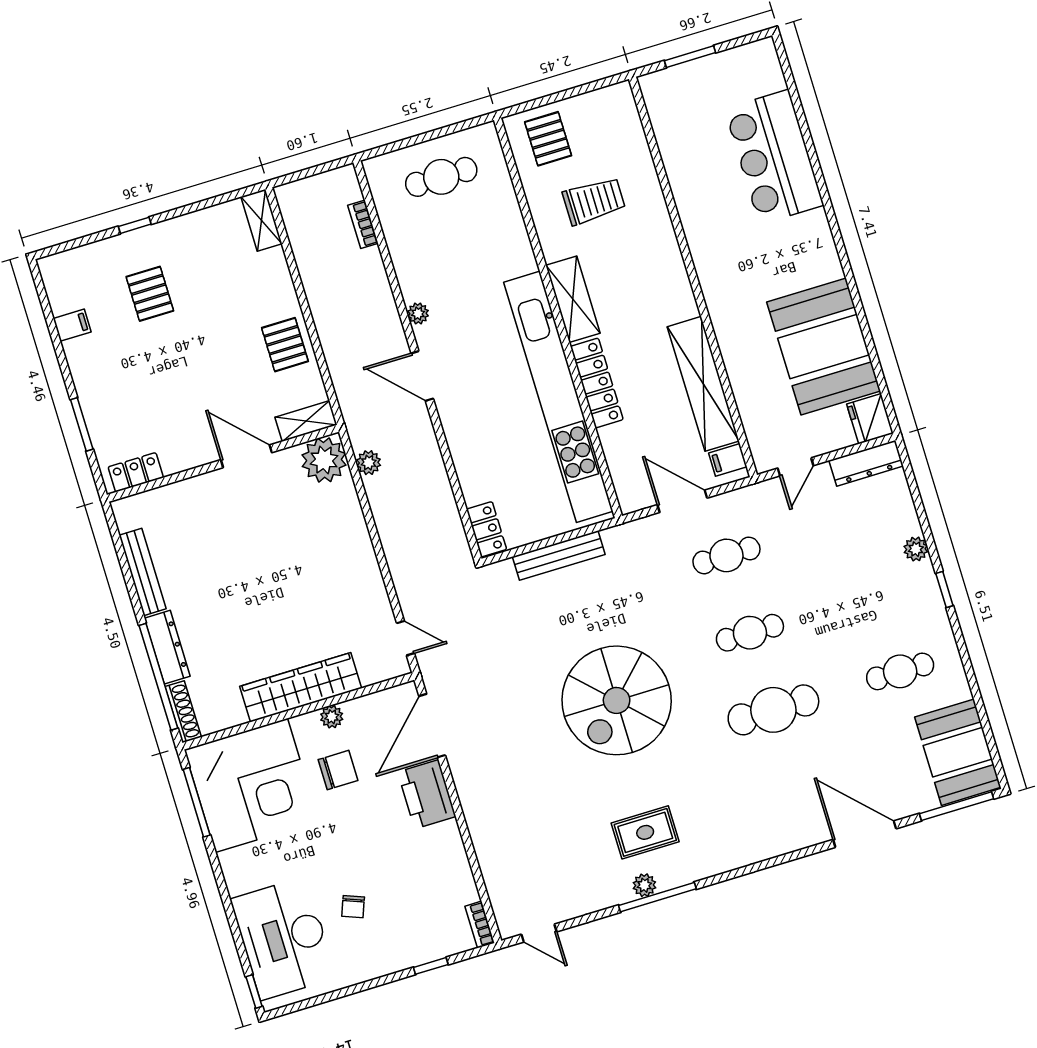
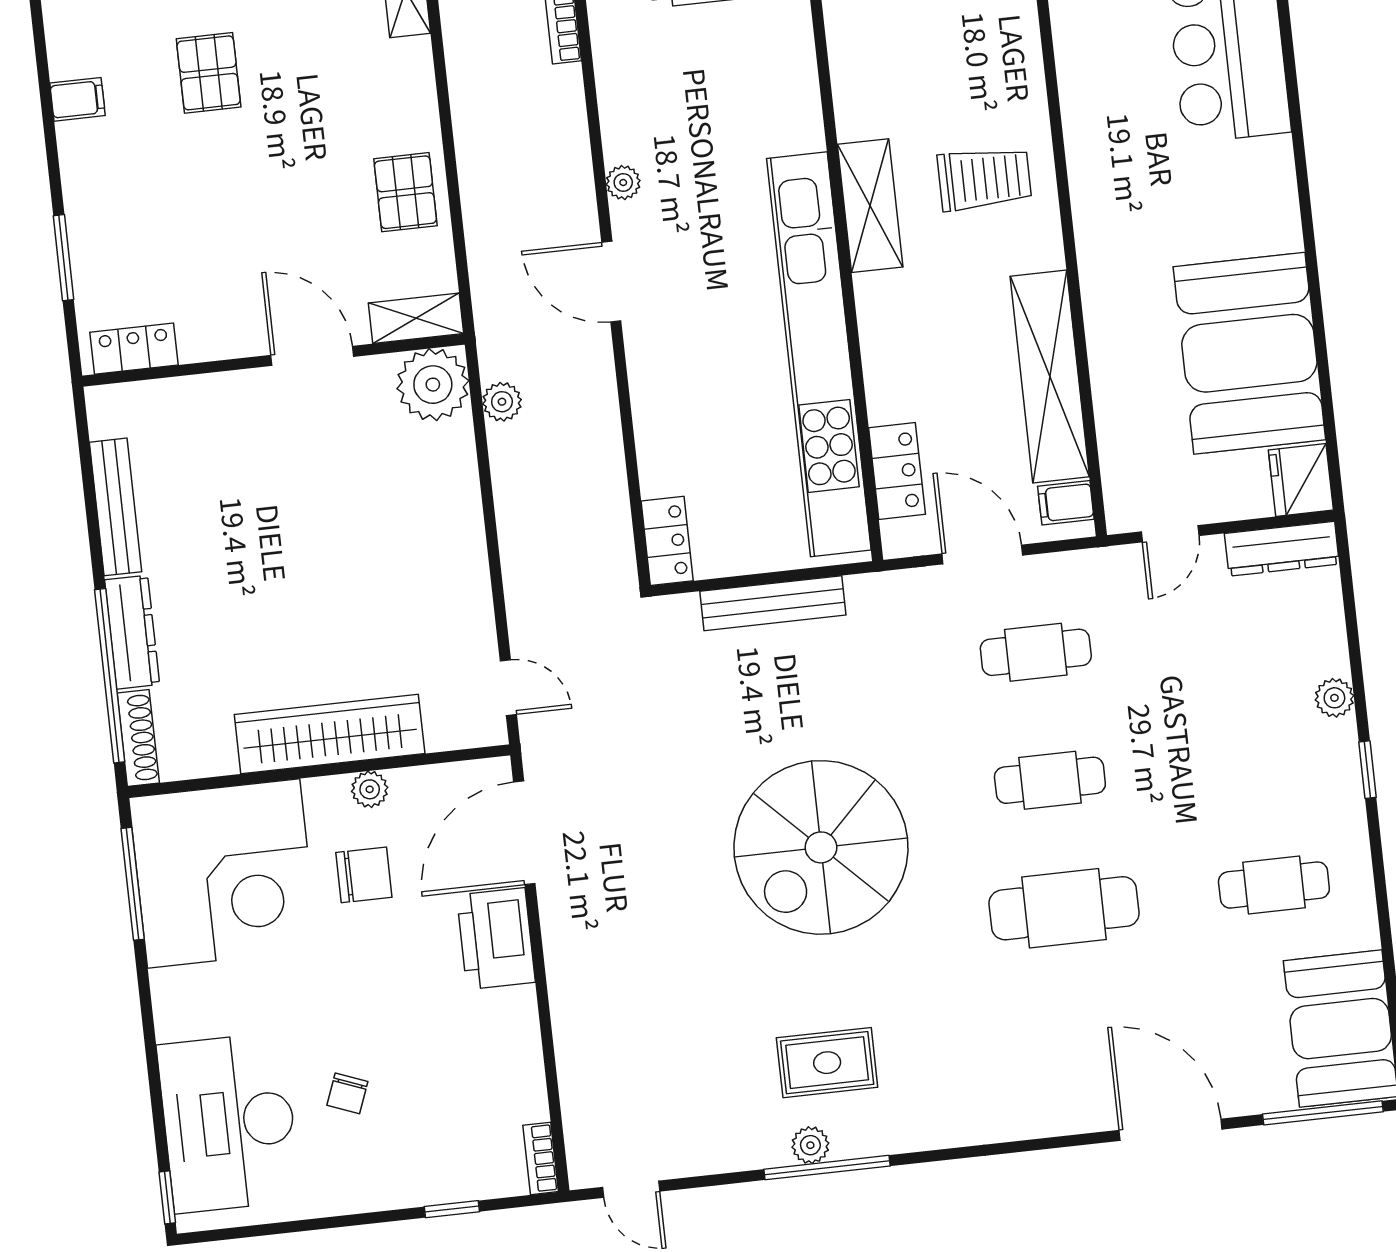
trolley: (594, 201) -> (984, 179), moved
locker: (597, 383) -> (897, 471), moved, width x0.66

